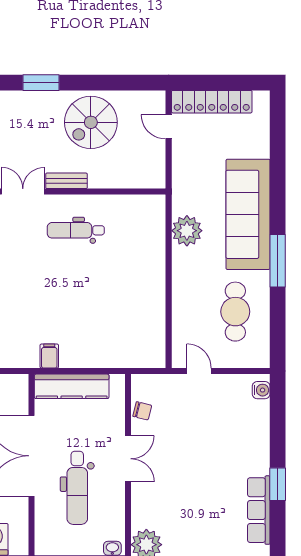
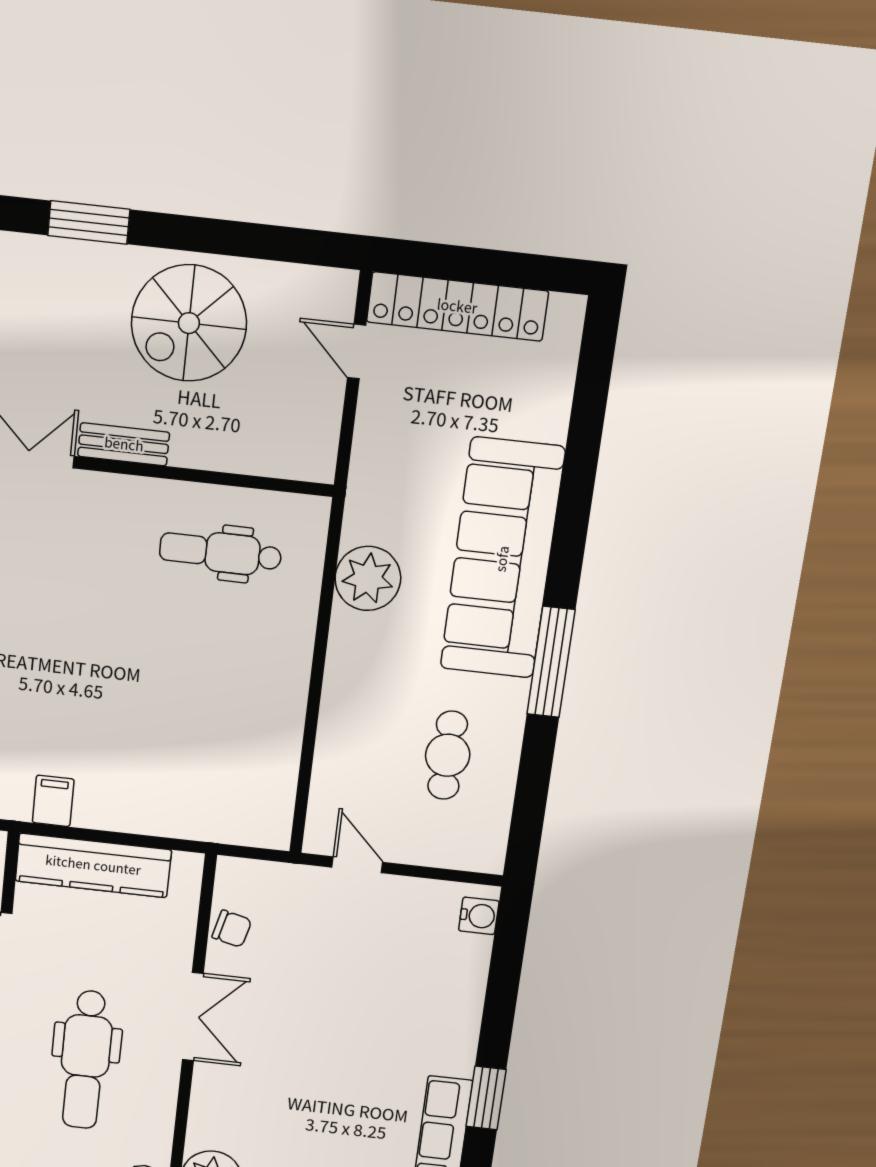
dental chair: (76, 230) -> (220, 552), moved
cafe table: (235, 312) -> (448, 755), width x0.73, depth x0.74

